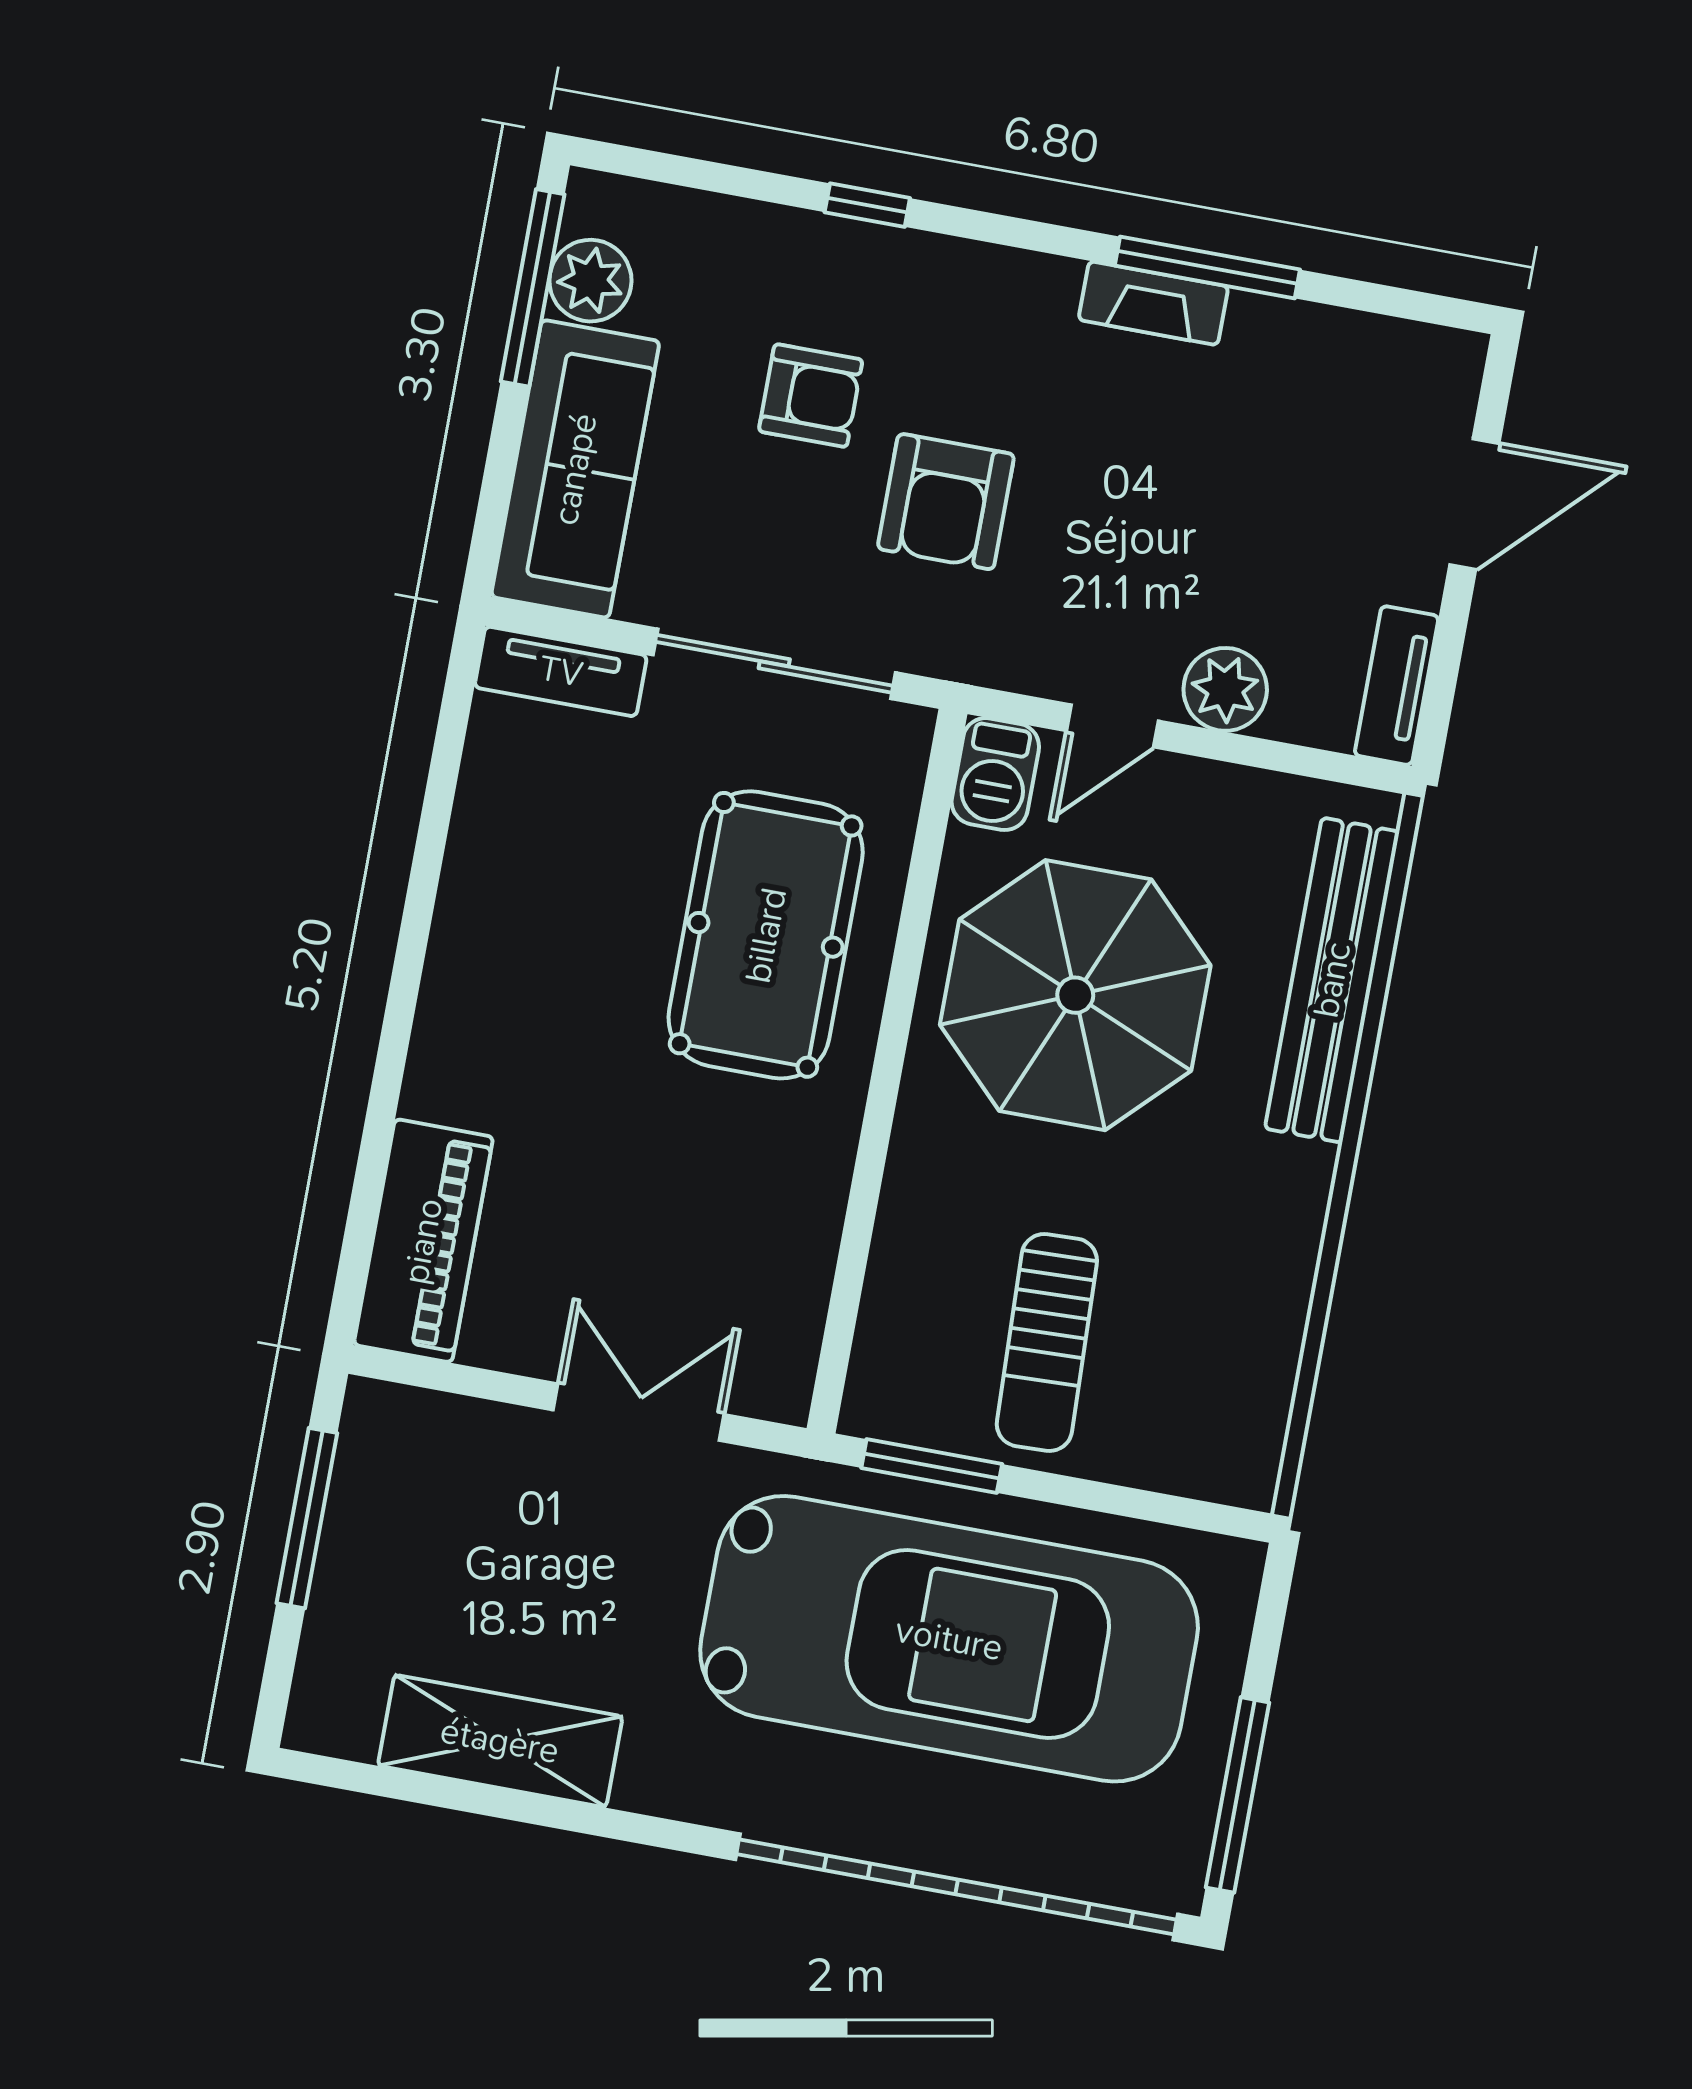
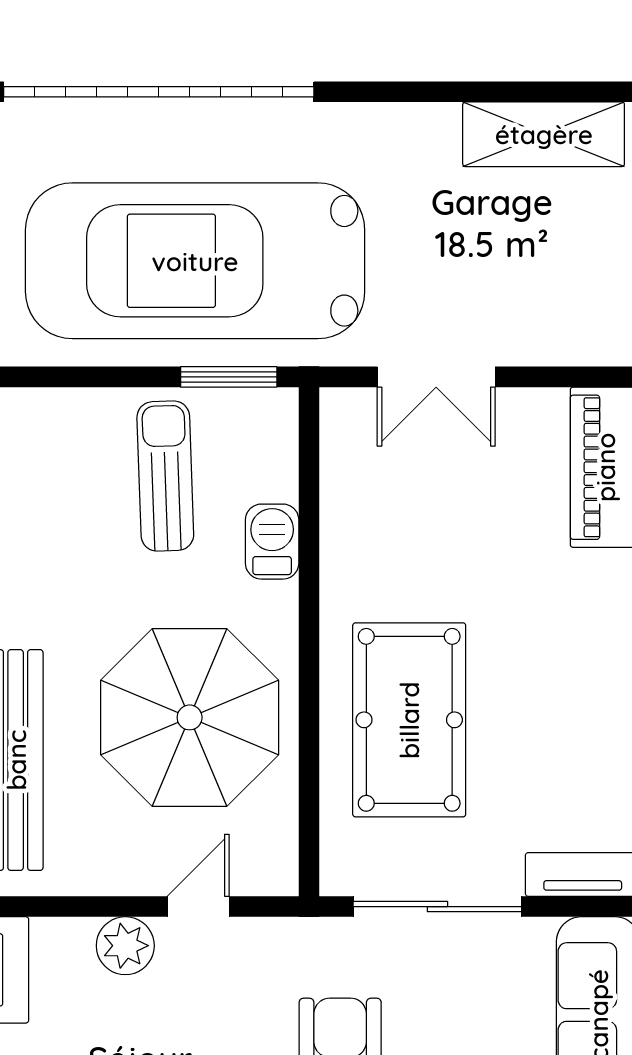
barbecue: (995, 774) -> (272, 542), moved
shelving: (500, 1741) -> (544, 134), moved

